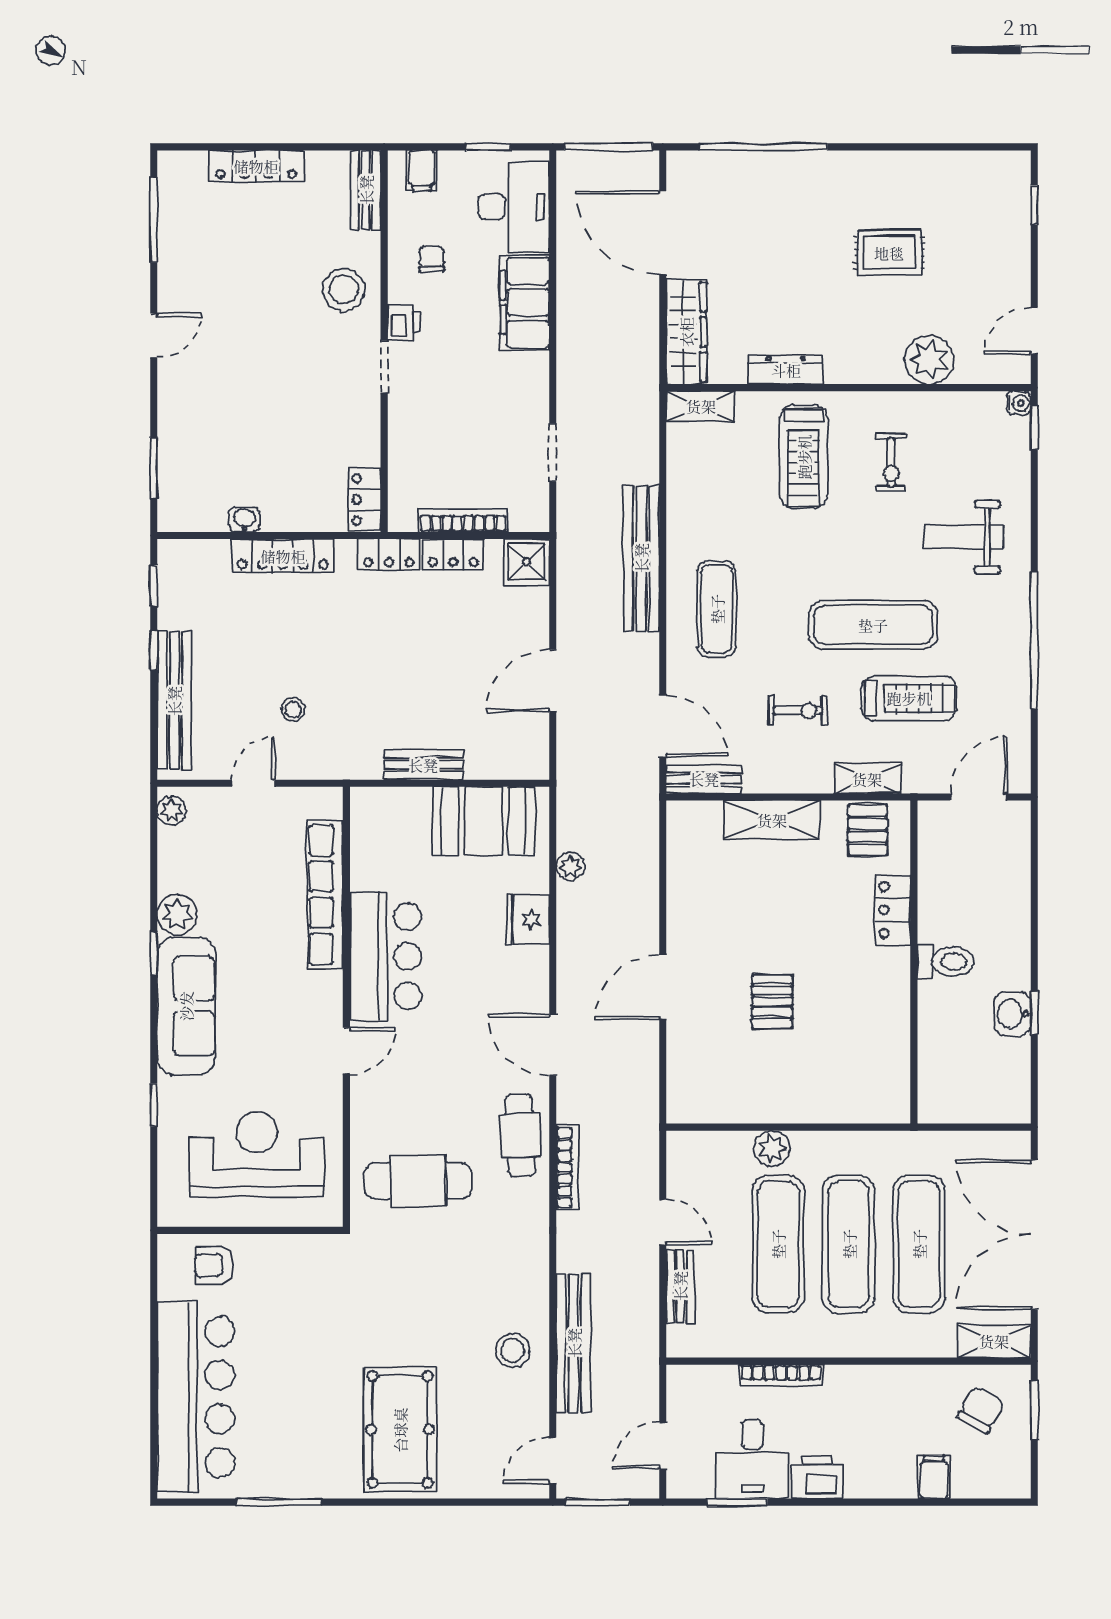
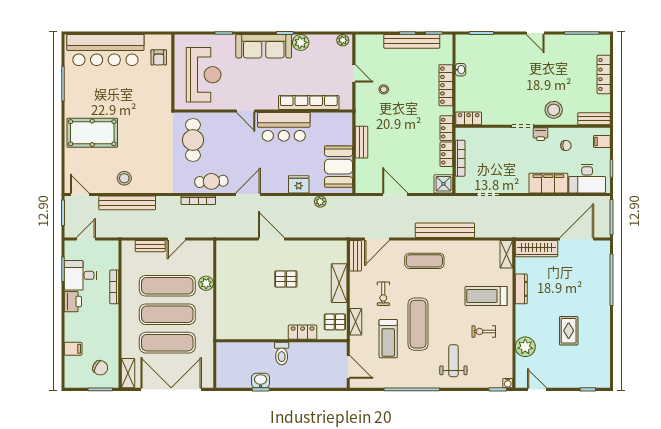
bench: (174, 701) -> (412, 41), moved
pallet: (772, 1001) -> (286, 279), moved
armchair: (214, 1265) -> (159, 57), turned 180
door: (663, 1445) -> (86, 239), hinge flipped

